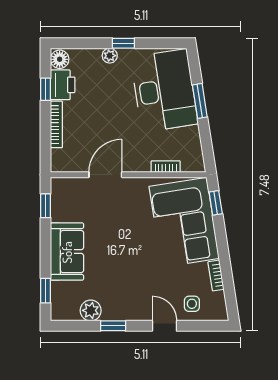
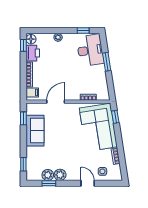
window: (123, 43) -> (83, 31), moved
window: (46, 89) -> (23, 45), moved
desk: (164, 91) -> (90, 50), width x0.73, depth x0.77
filing cabinet: (62, 158) -> (32, 93), added
sofa: (67, 252) -> (35, 131), moved
plant: (113, 310) -> (60, 175), added
window: (113, 326) -> (49, 183), moved

